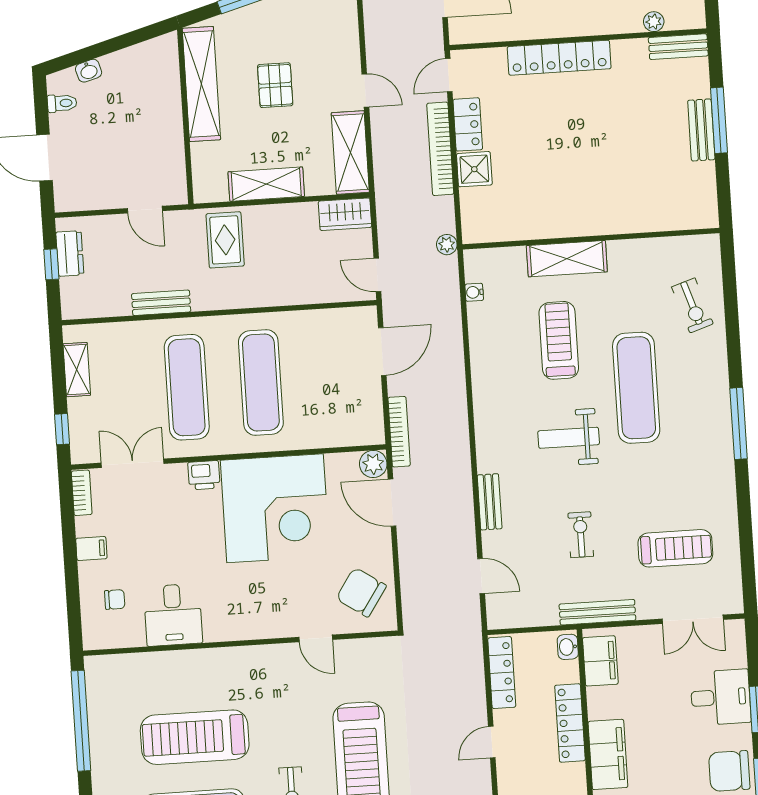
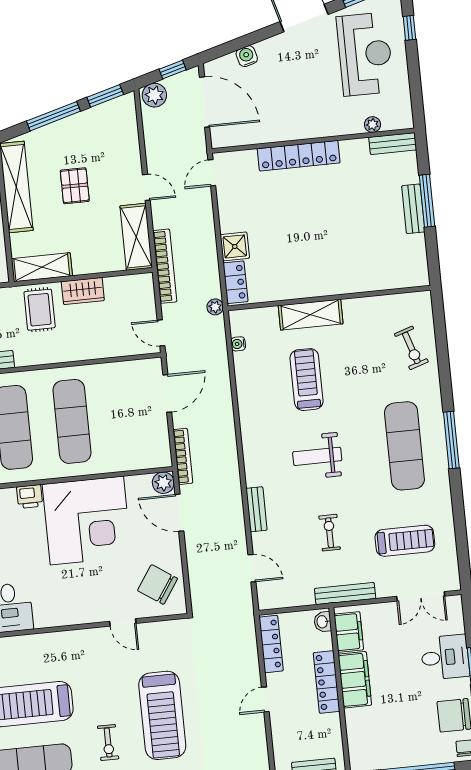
locker: (468, 124) -> (235, 282), moved
bookcase: (440, 149) -> (165, 266), moved, turned 180
shelving: (266, 184) -> (42, 267), moved
wardrobe: (345, 214) -> (83, 291), moved
exercise mat: (636, 388) -> (404, 446), moved
filing cabinet: (608, 754) -> (355, 680), moved

